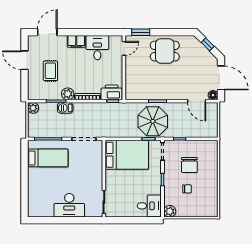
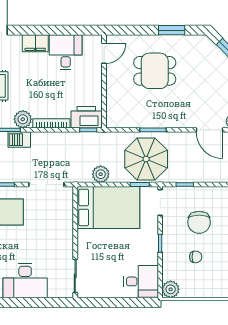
window: (141, 32) -> (172, 30), moved
dining table: (165, 51) -> (155, 71), moved
plant: (121, 132) -> (101, 174), added

